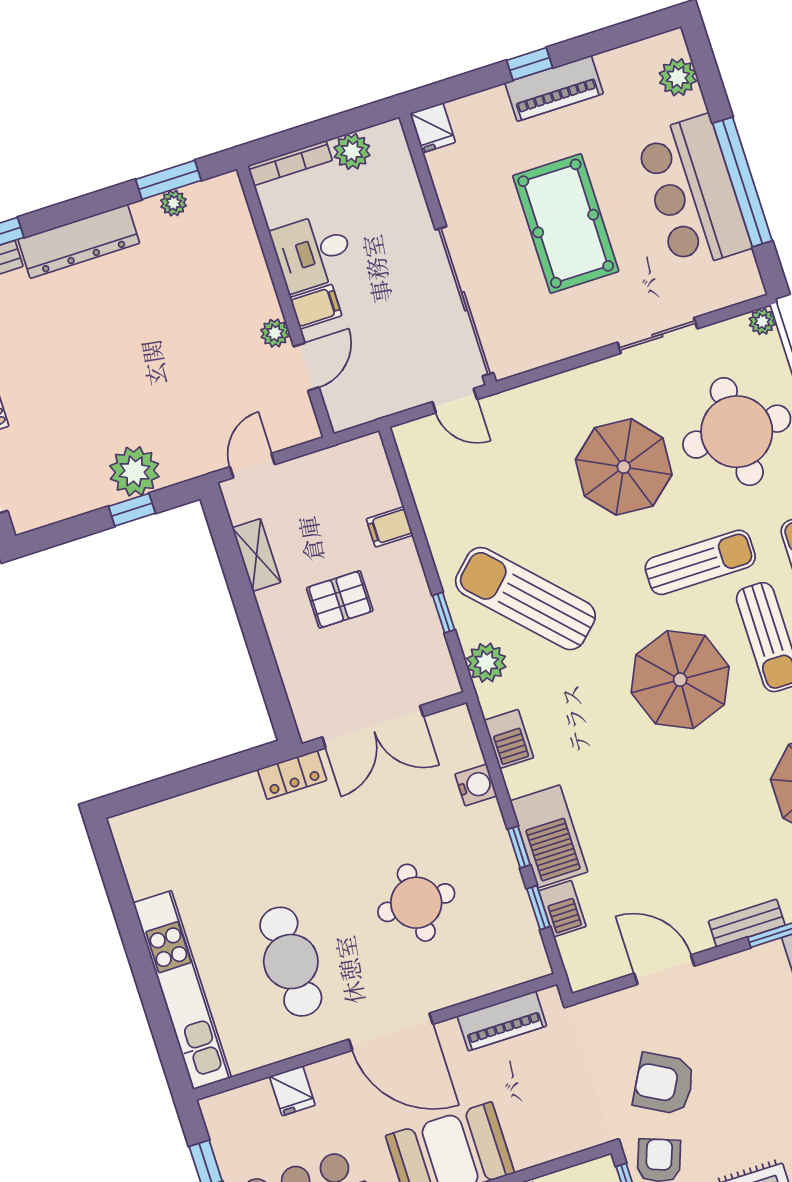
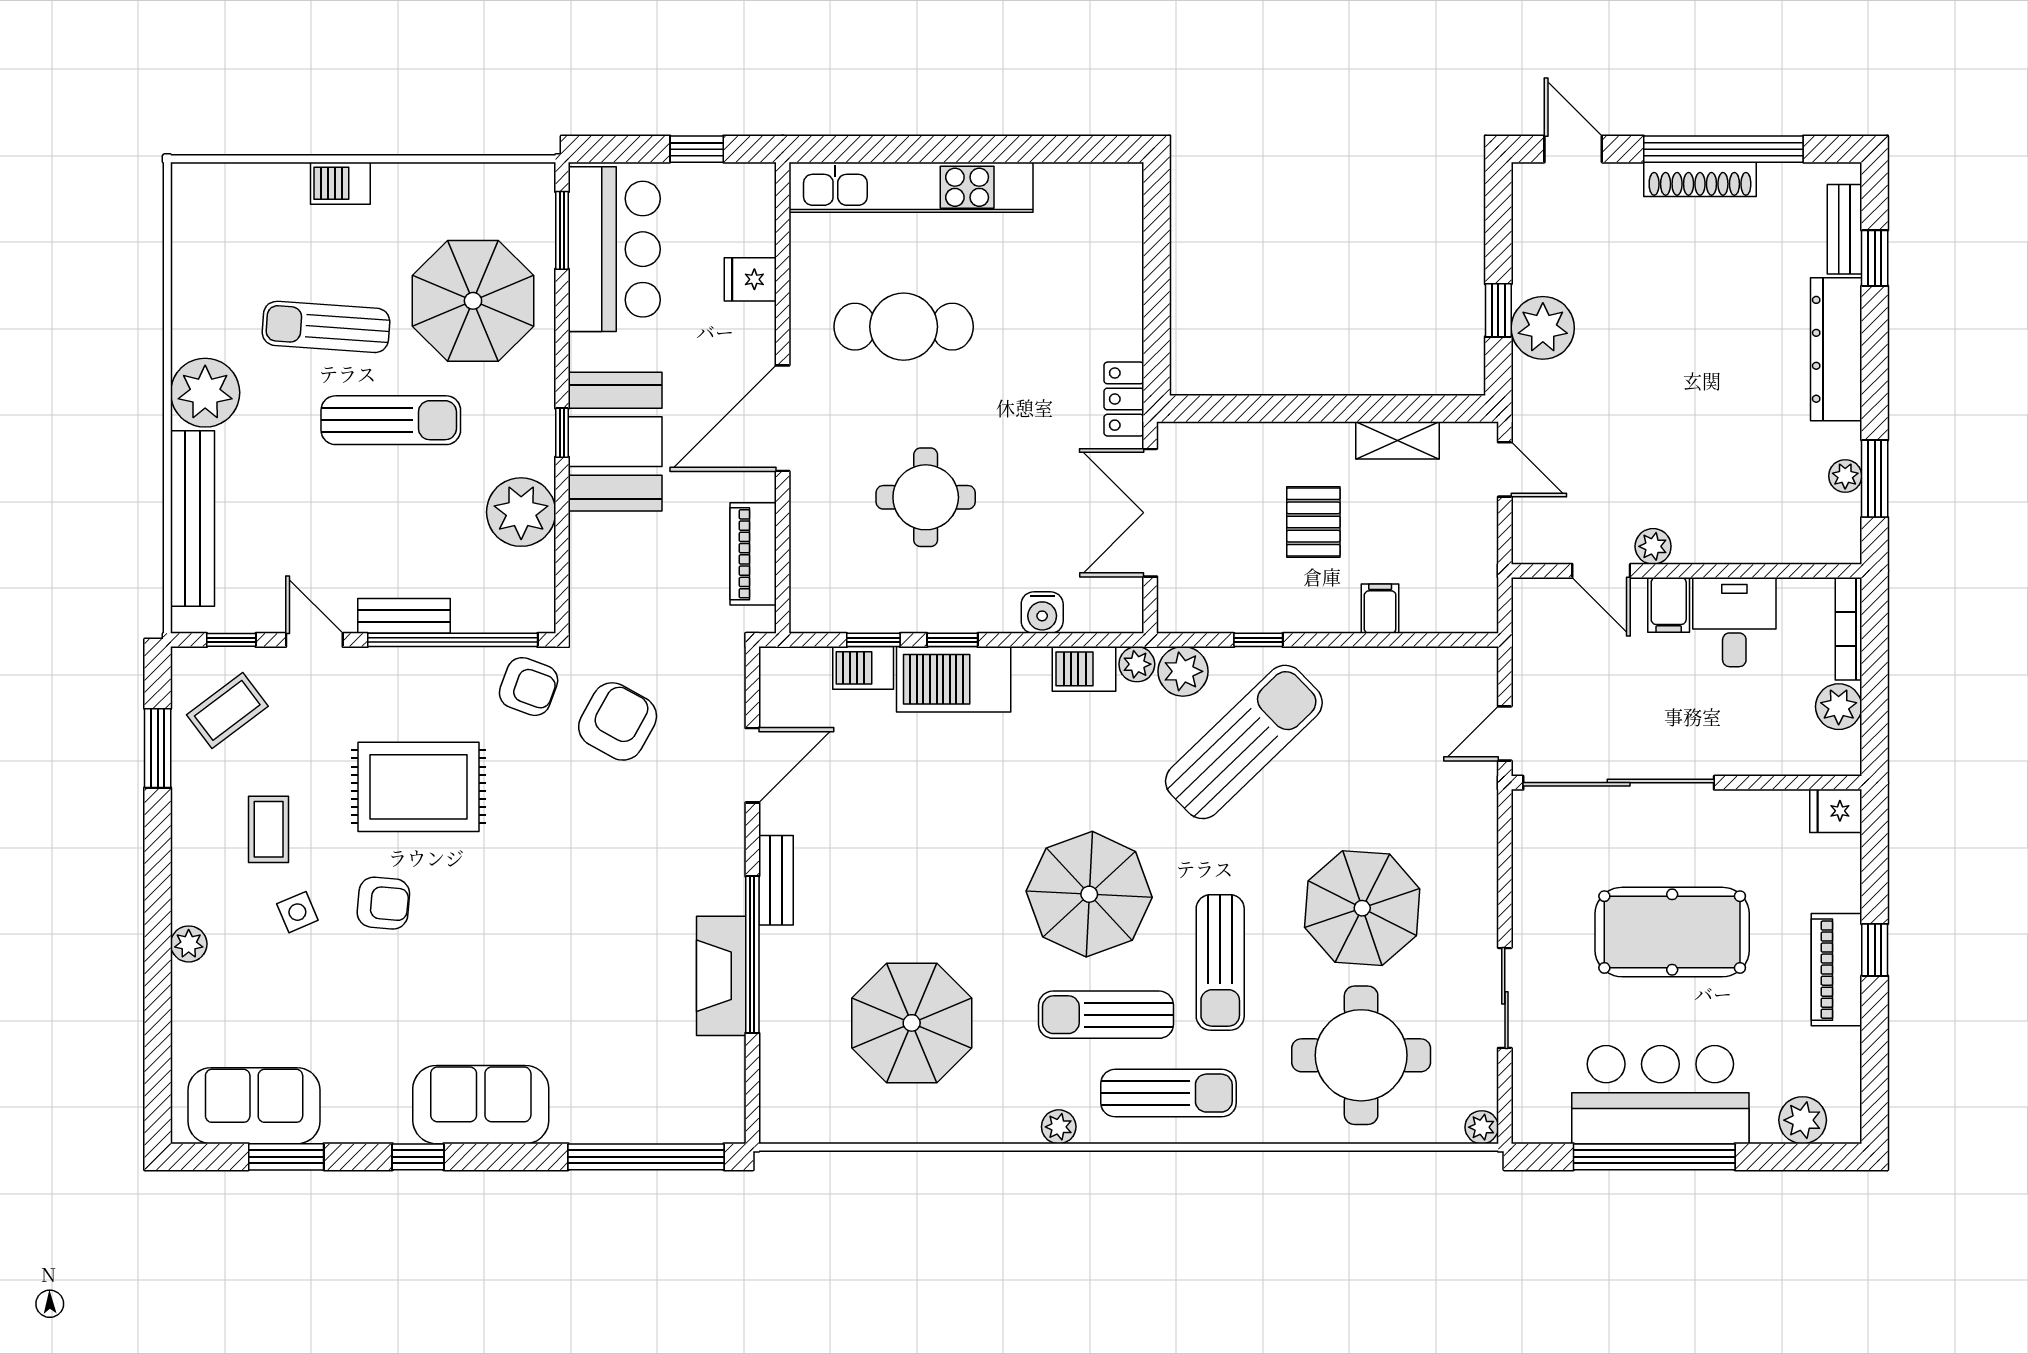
plant: (492, 700) -> (1137, 664), added

